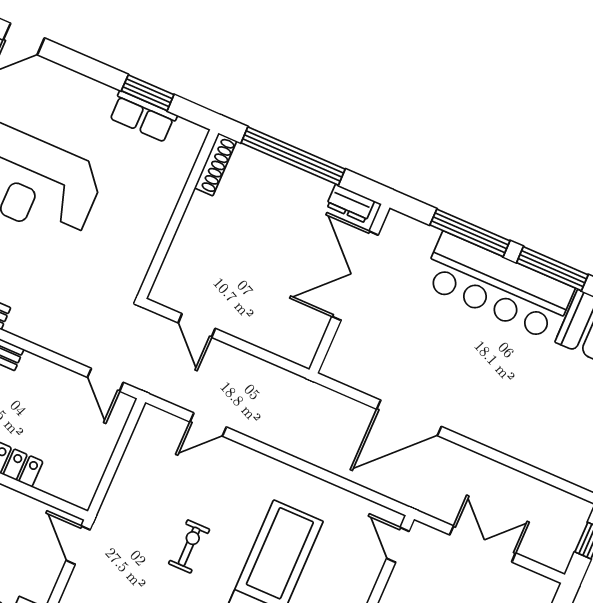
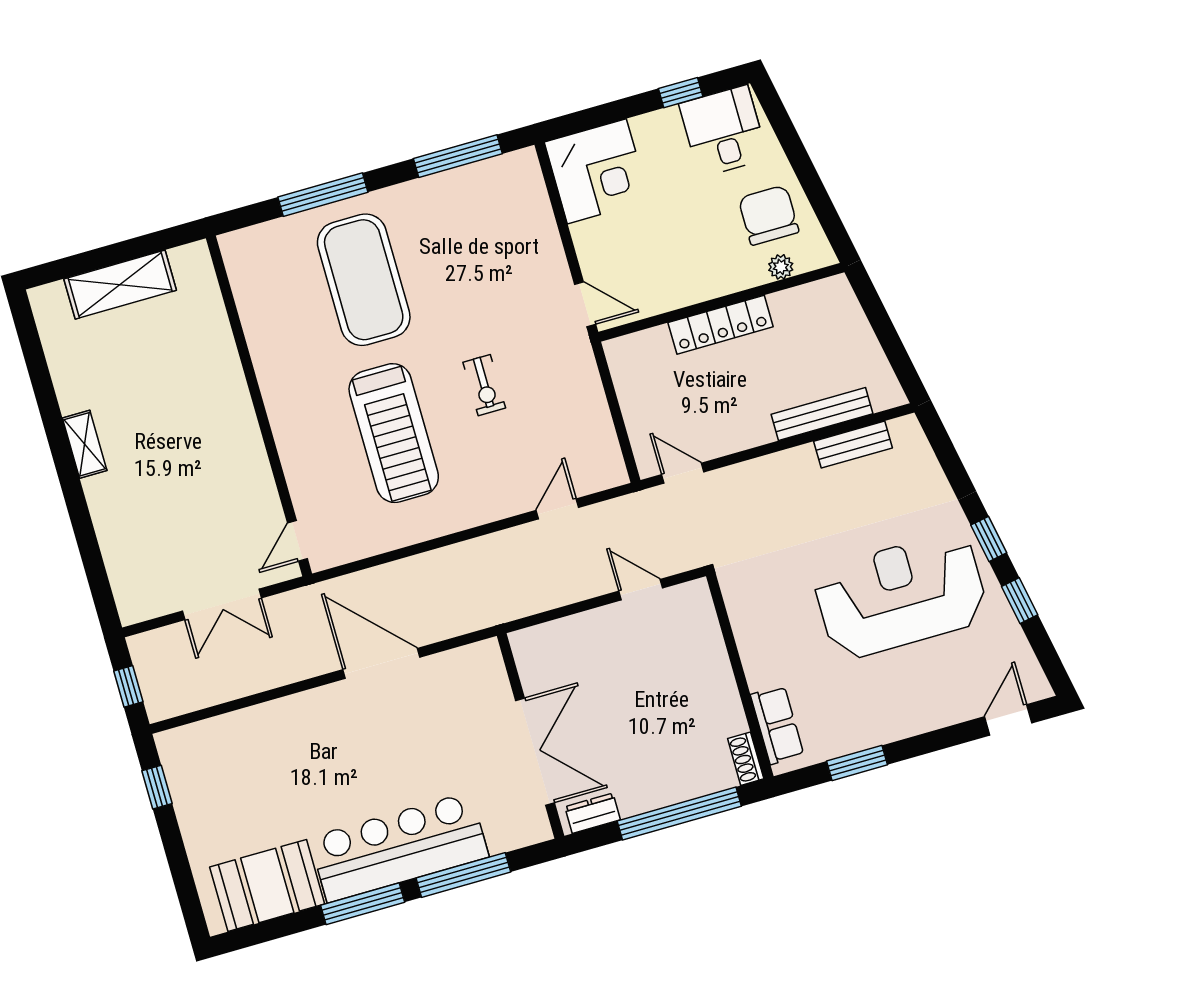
row of seats: (143, 117) -> (777, 725), moved, turned 90
shoe rack: (216, 164) -> (746, 759), width x0.70
door: (409, 418) -> (381, 663), hinge flipped
door: (398, 545) -> (297, 541), swing flipped

